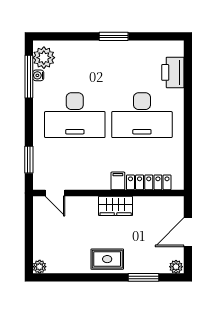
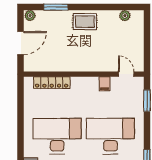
filing cabinet: (118, 181) -> (104, 84), moved
wardrobe: (116, 206) -> (78, 64), removed
plant: (40, 267) -> (125, 16), moved

